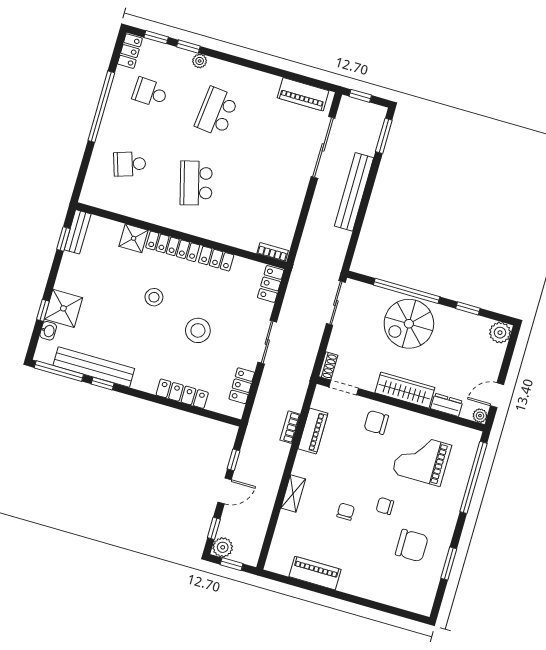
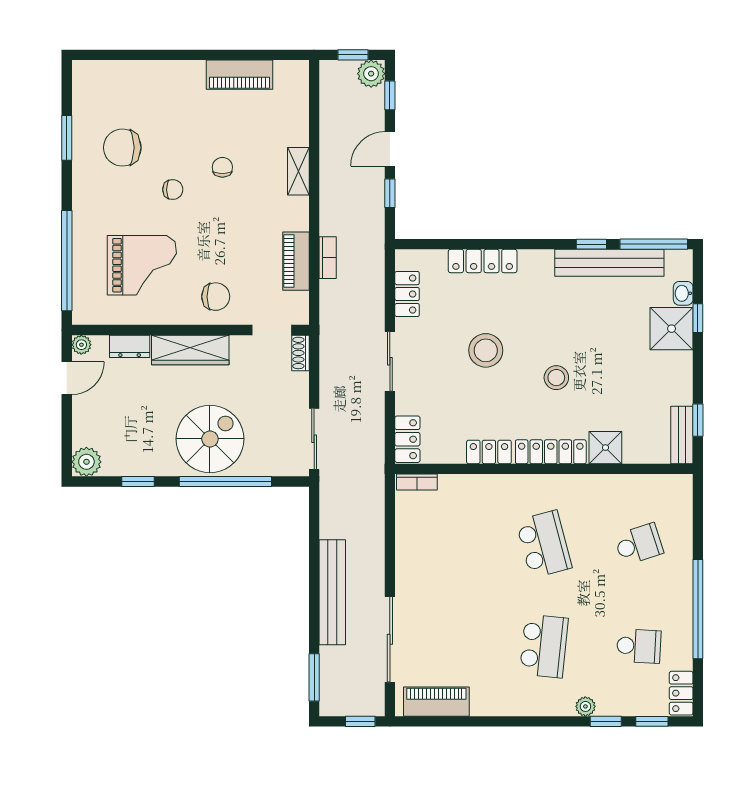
chair: (346, 512) -> (222, 167), turned 180

